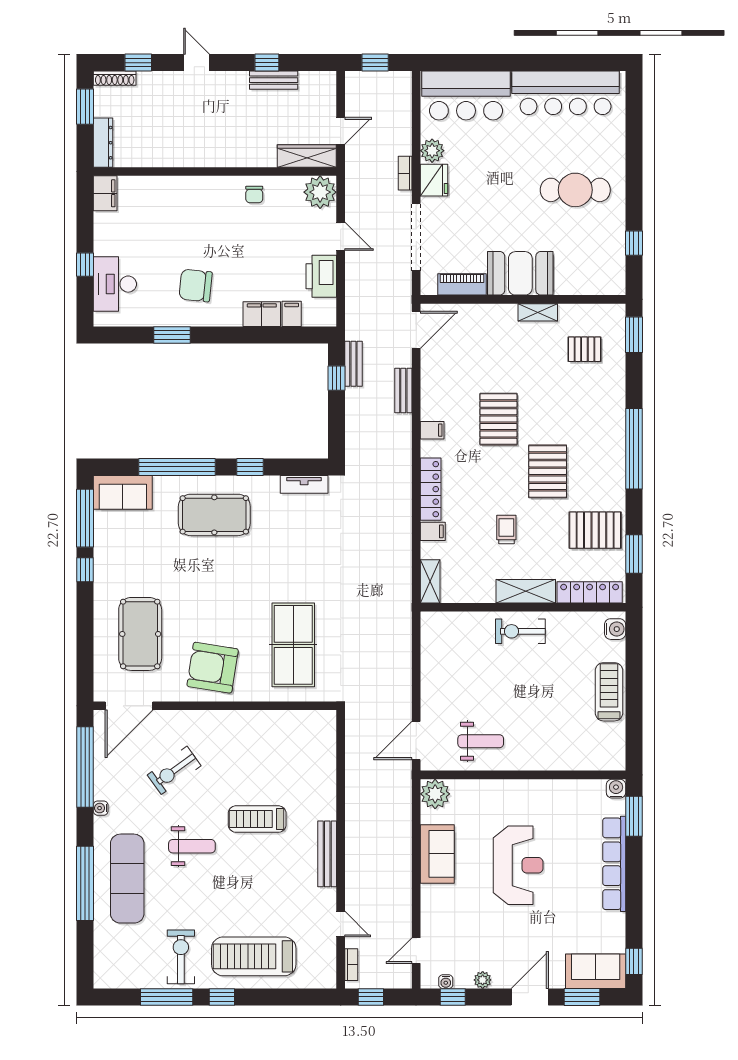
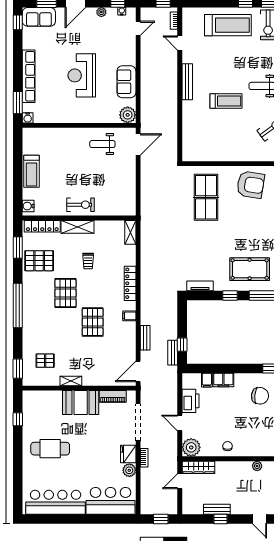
plant: (201, 158) -> (257, 466), added
filing cabinet: (433, 531) -> (129, 260), removed

